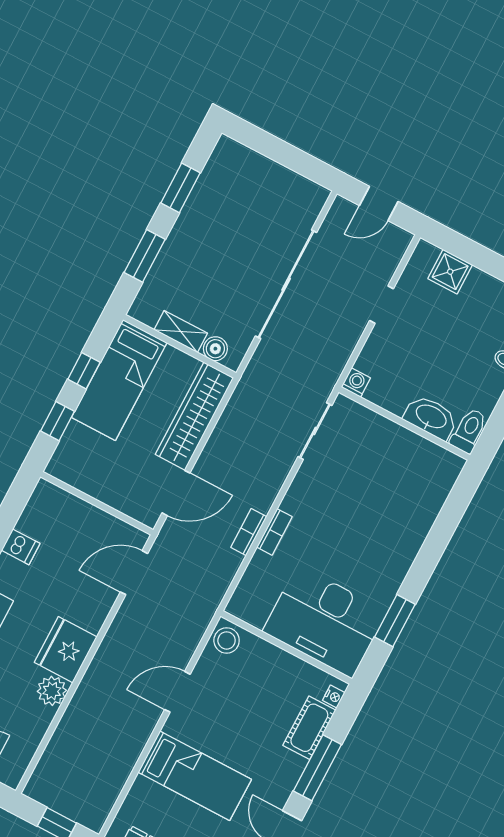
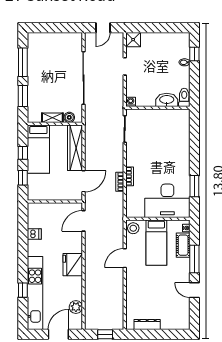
window: (180, 188) -> (23, 62), width x1.44
shower: (450, 272) -> (133, 40), moved
plant: (52, 691) -> (76, 307), moved
bed: (195, 776) -> (156, 243), moved, turned 90

